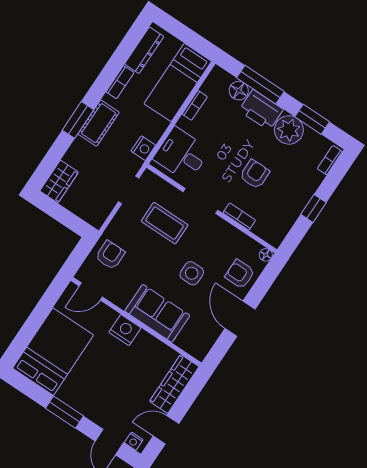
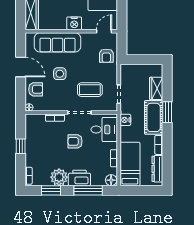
floor lamp: (239, 91) -> (111, 180), moved
cot: (99, 123) -> (154, 117), width x1.37, depth x1.34
armchair: (255, 174) -> (75, 141), moved, turned 90
wardrobe: (59, 181) -> (156, 88), moved
sofa: (157, 313) -> (57, 42), width x1.36

